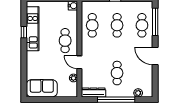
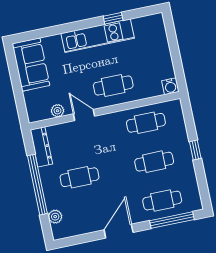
kitchen unit: (33, 29) -> (98, 36), moved
door: (79, 62) -> (84, 115), hinge flipped

